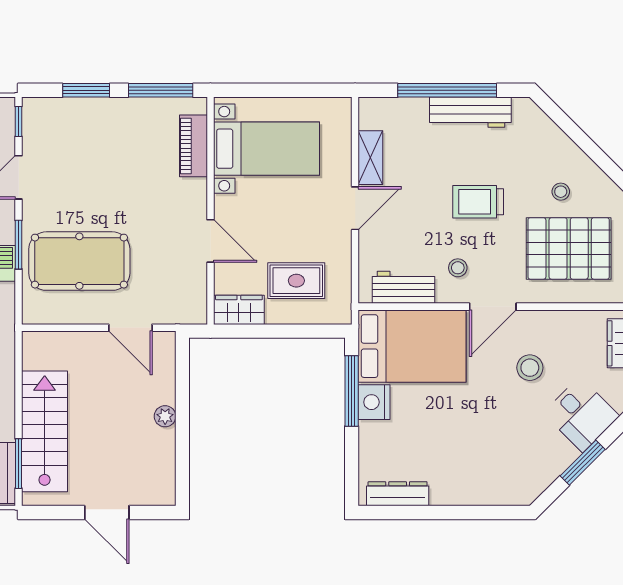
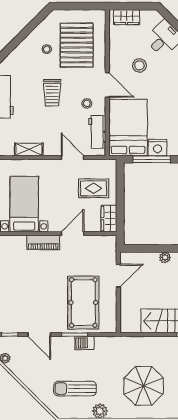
piano: (193, 146) -> (43, 242), moved
door: (355, 208) -> (72, 157), moved
rug: (296, 281) -> (94, 188), turned 90

